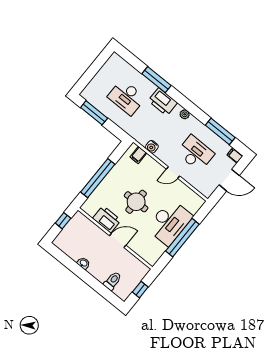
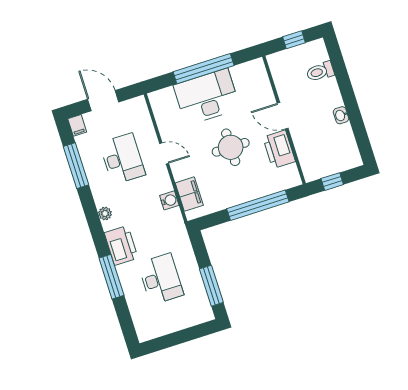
desk: (195, 153) -> (122, 159), turned 180
filing cabinet: (138, 155) -> (189, 194), width x2.00

